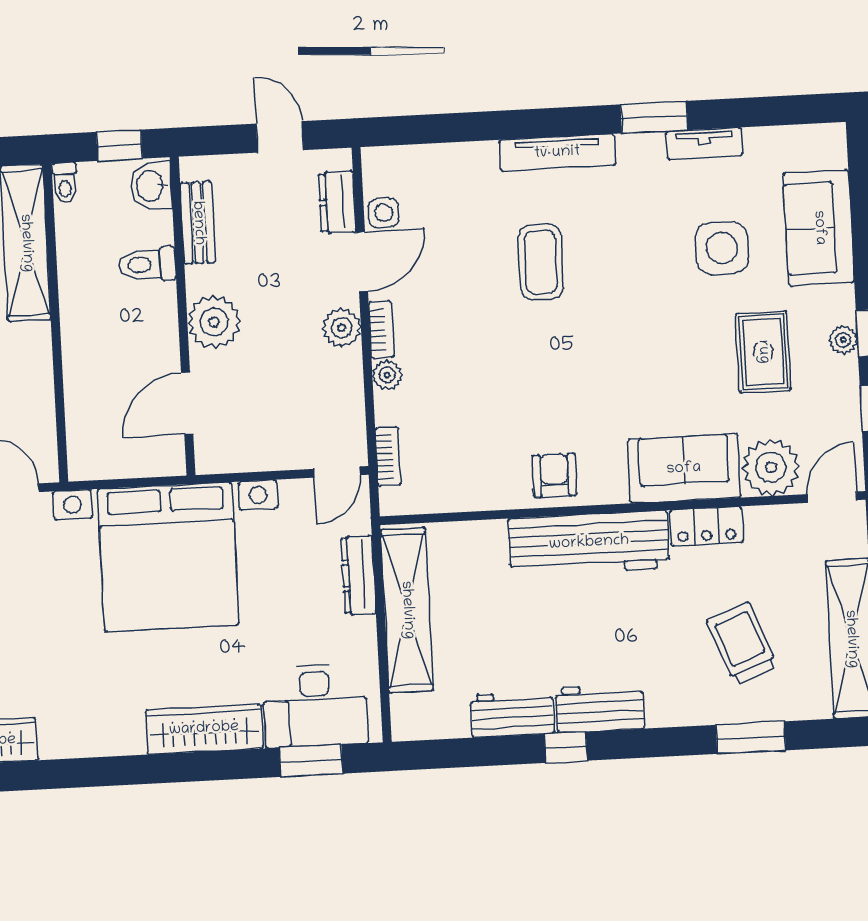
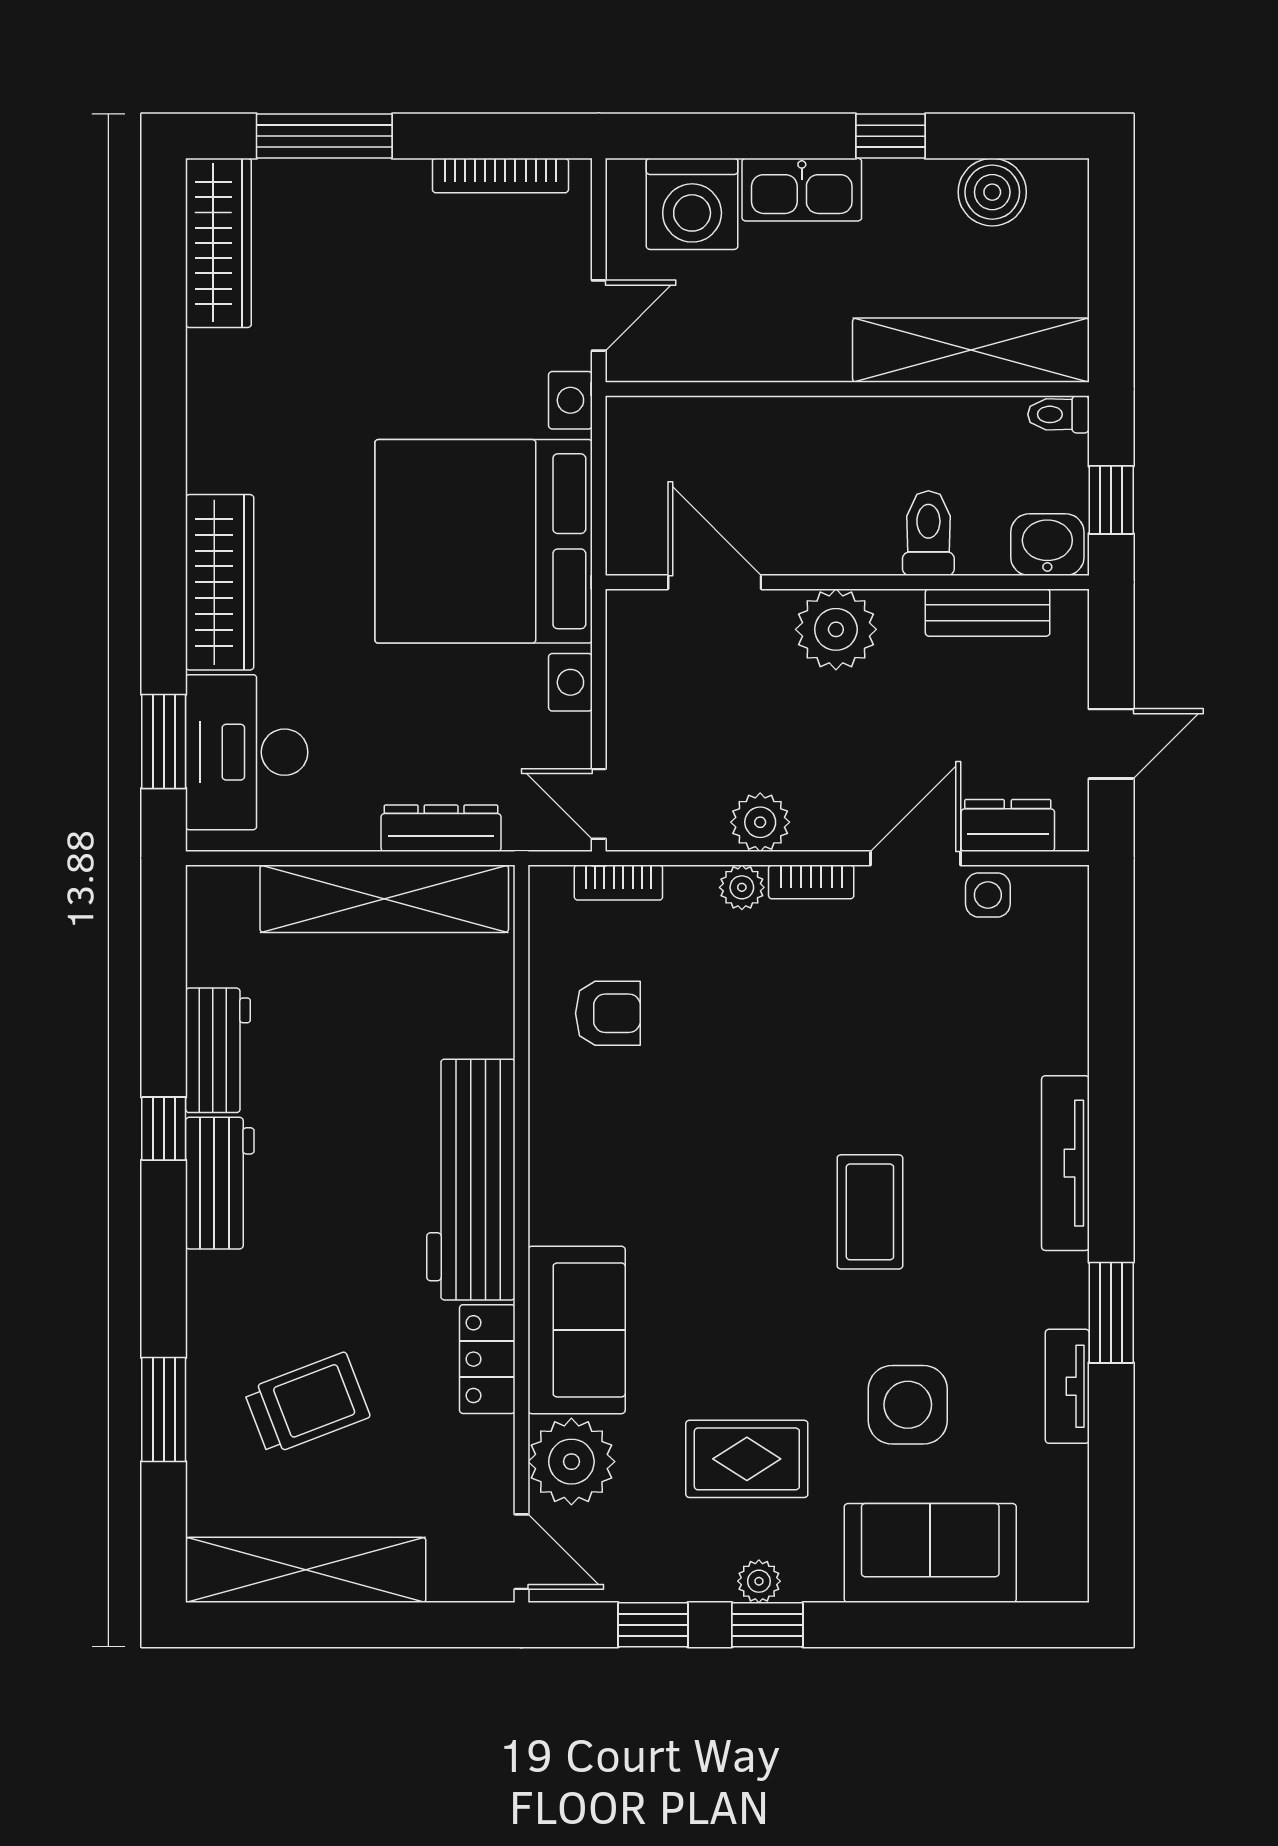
door: (362, 262) -> (916, 858), swing flipped
coffee table: (541, 262) -> (870, 1212), moved, turned 90
plant: (342, 328) -> (760, 822), moved
armchair: (554, 475) -> (608, 1013), moved

